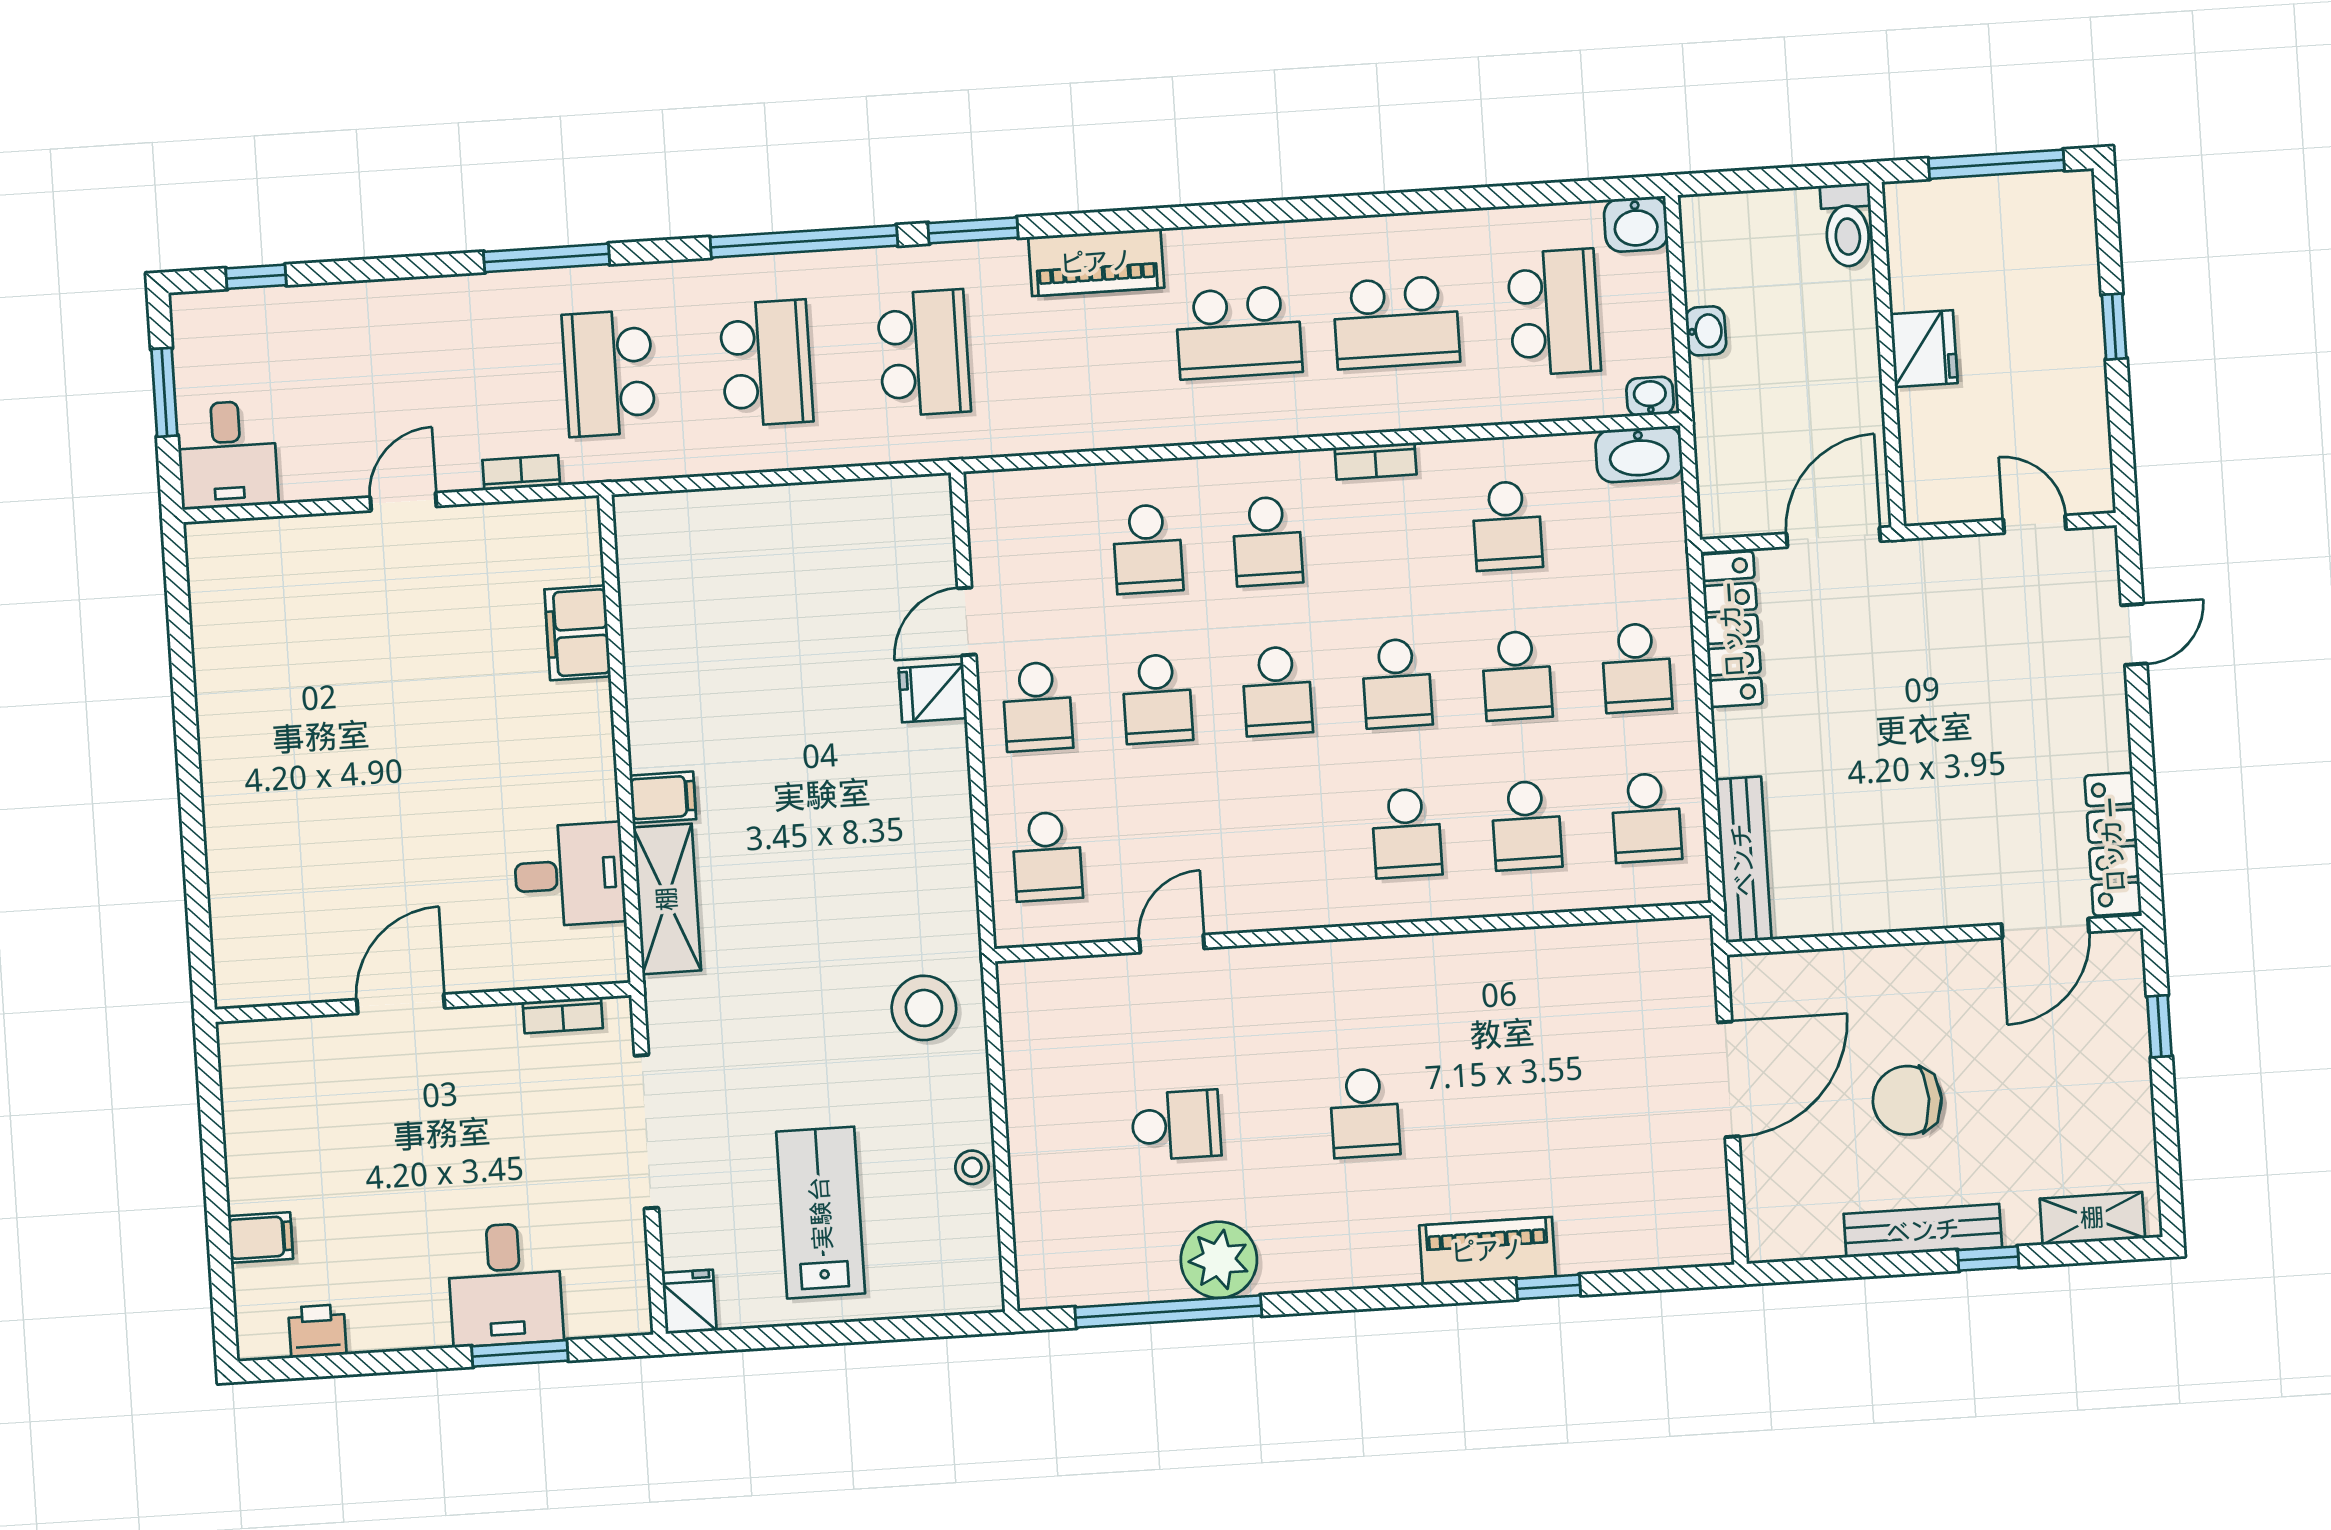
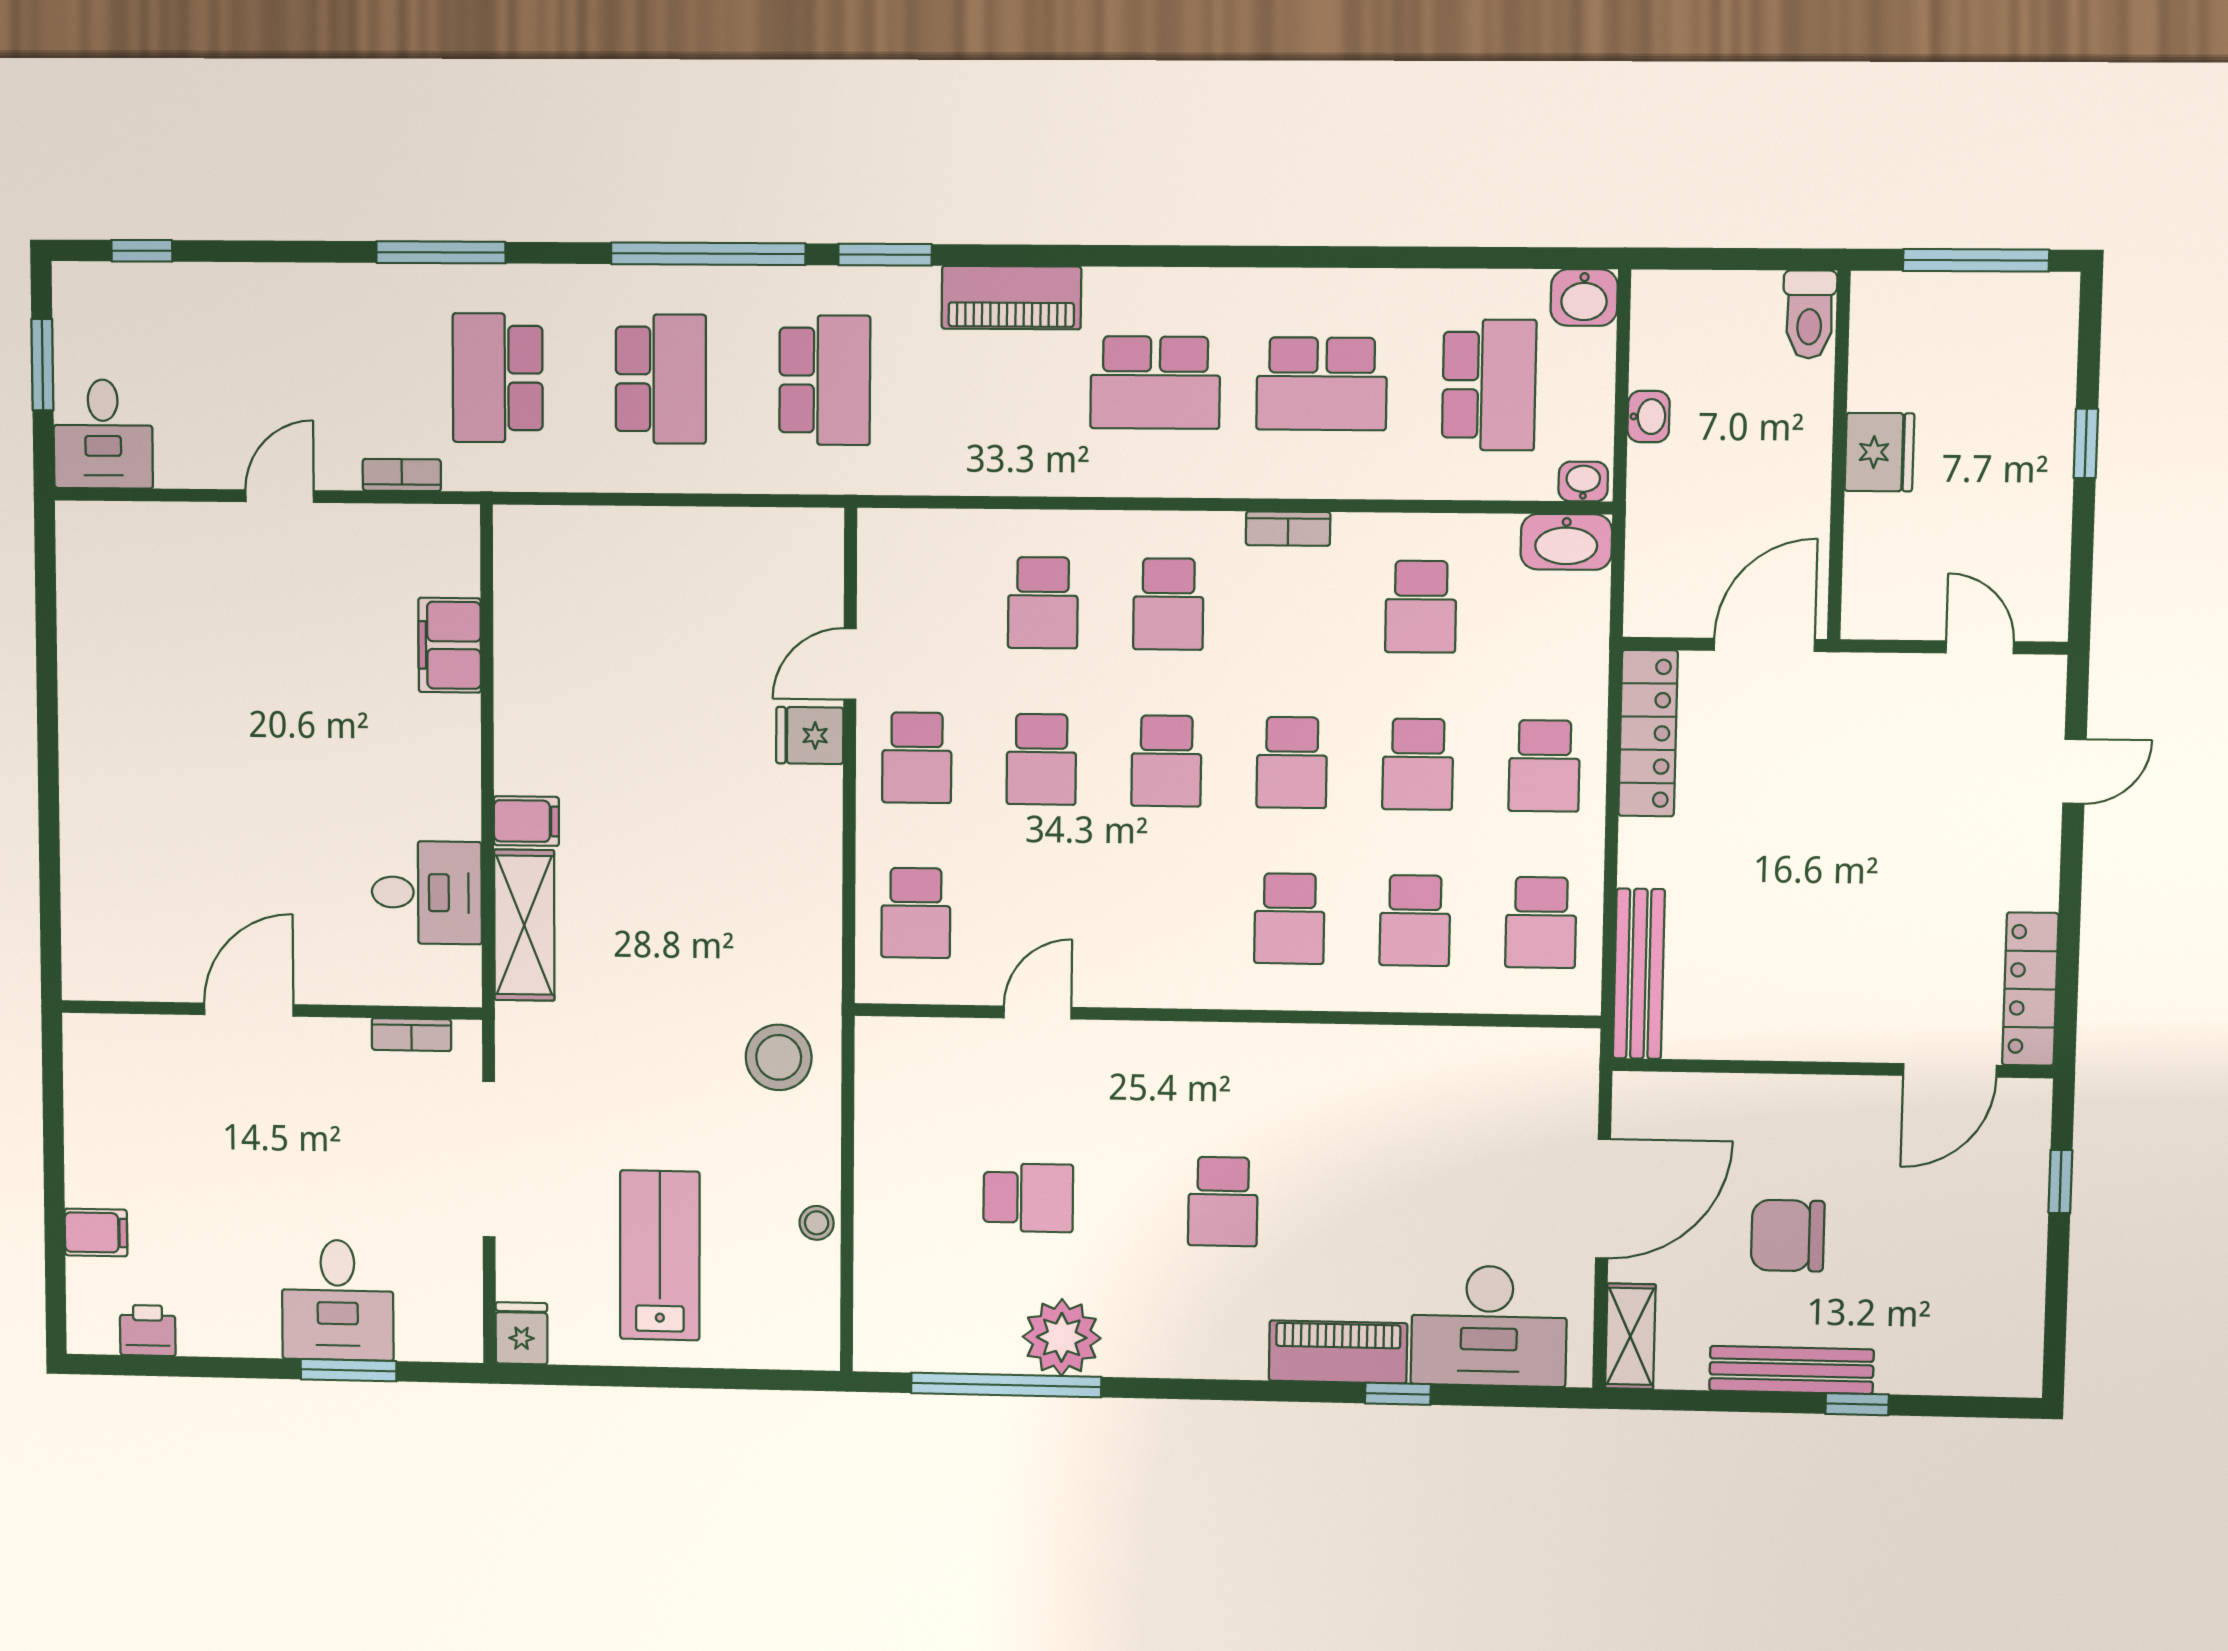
desk: (1630, 1213) -> (1489, 1326), added
shelving: (2092, 1218) -> (1630, 1336), moved, turned 90

